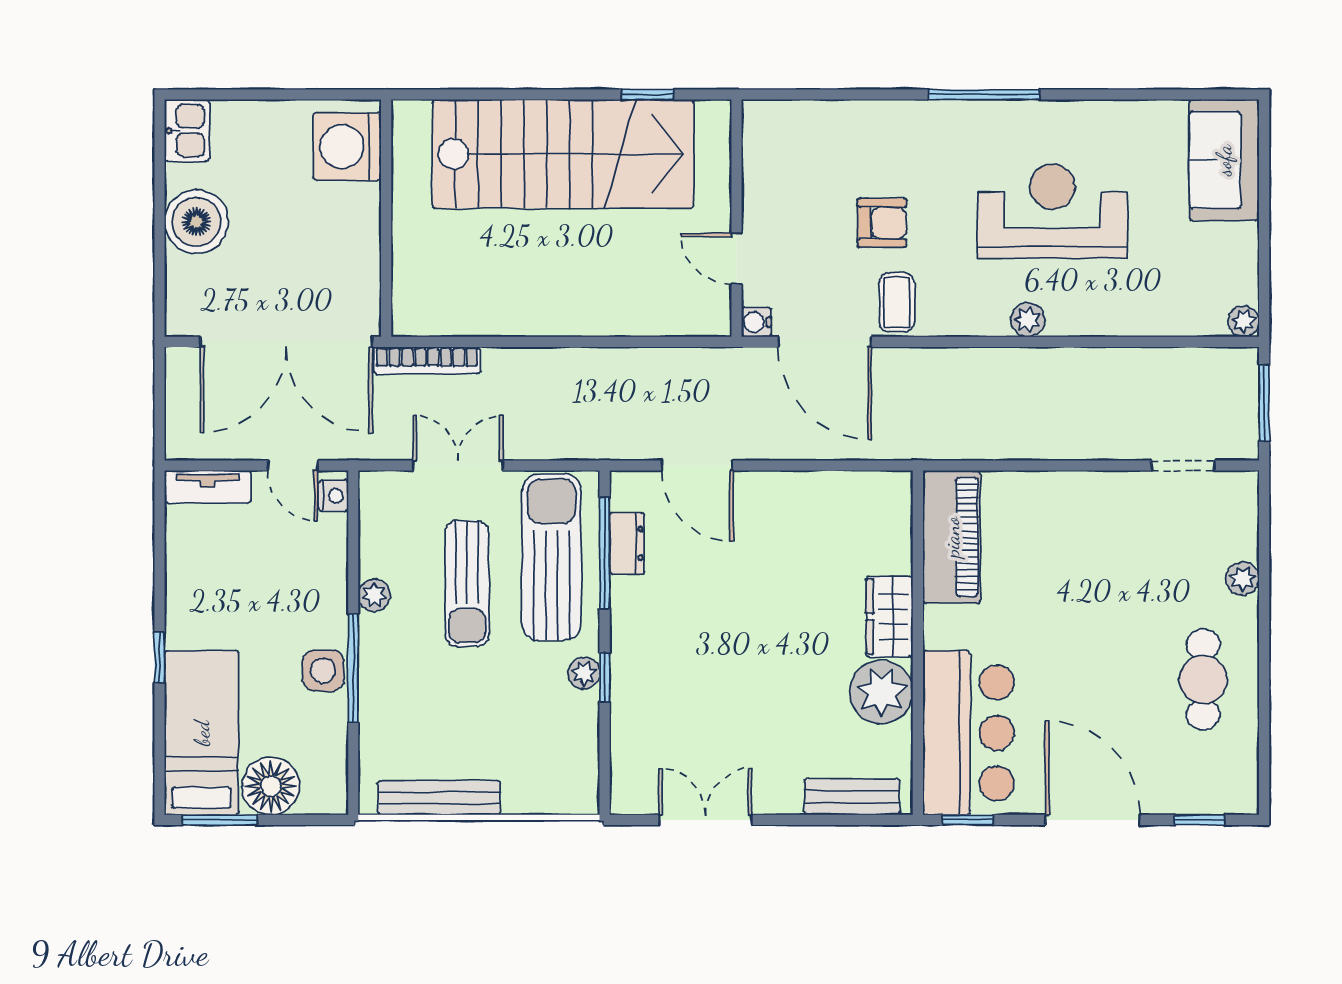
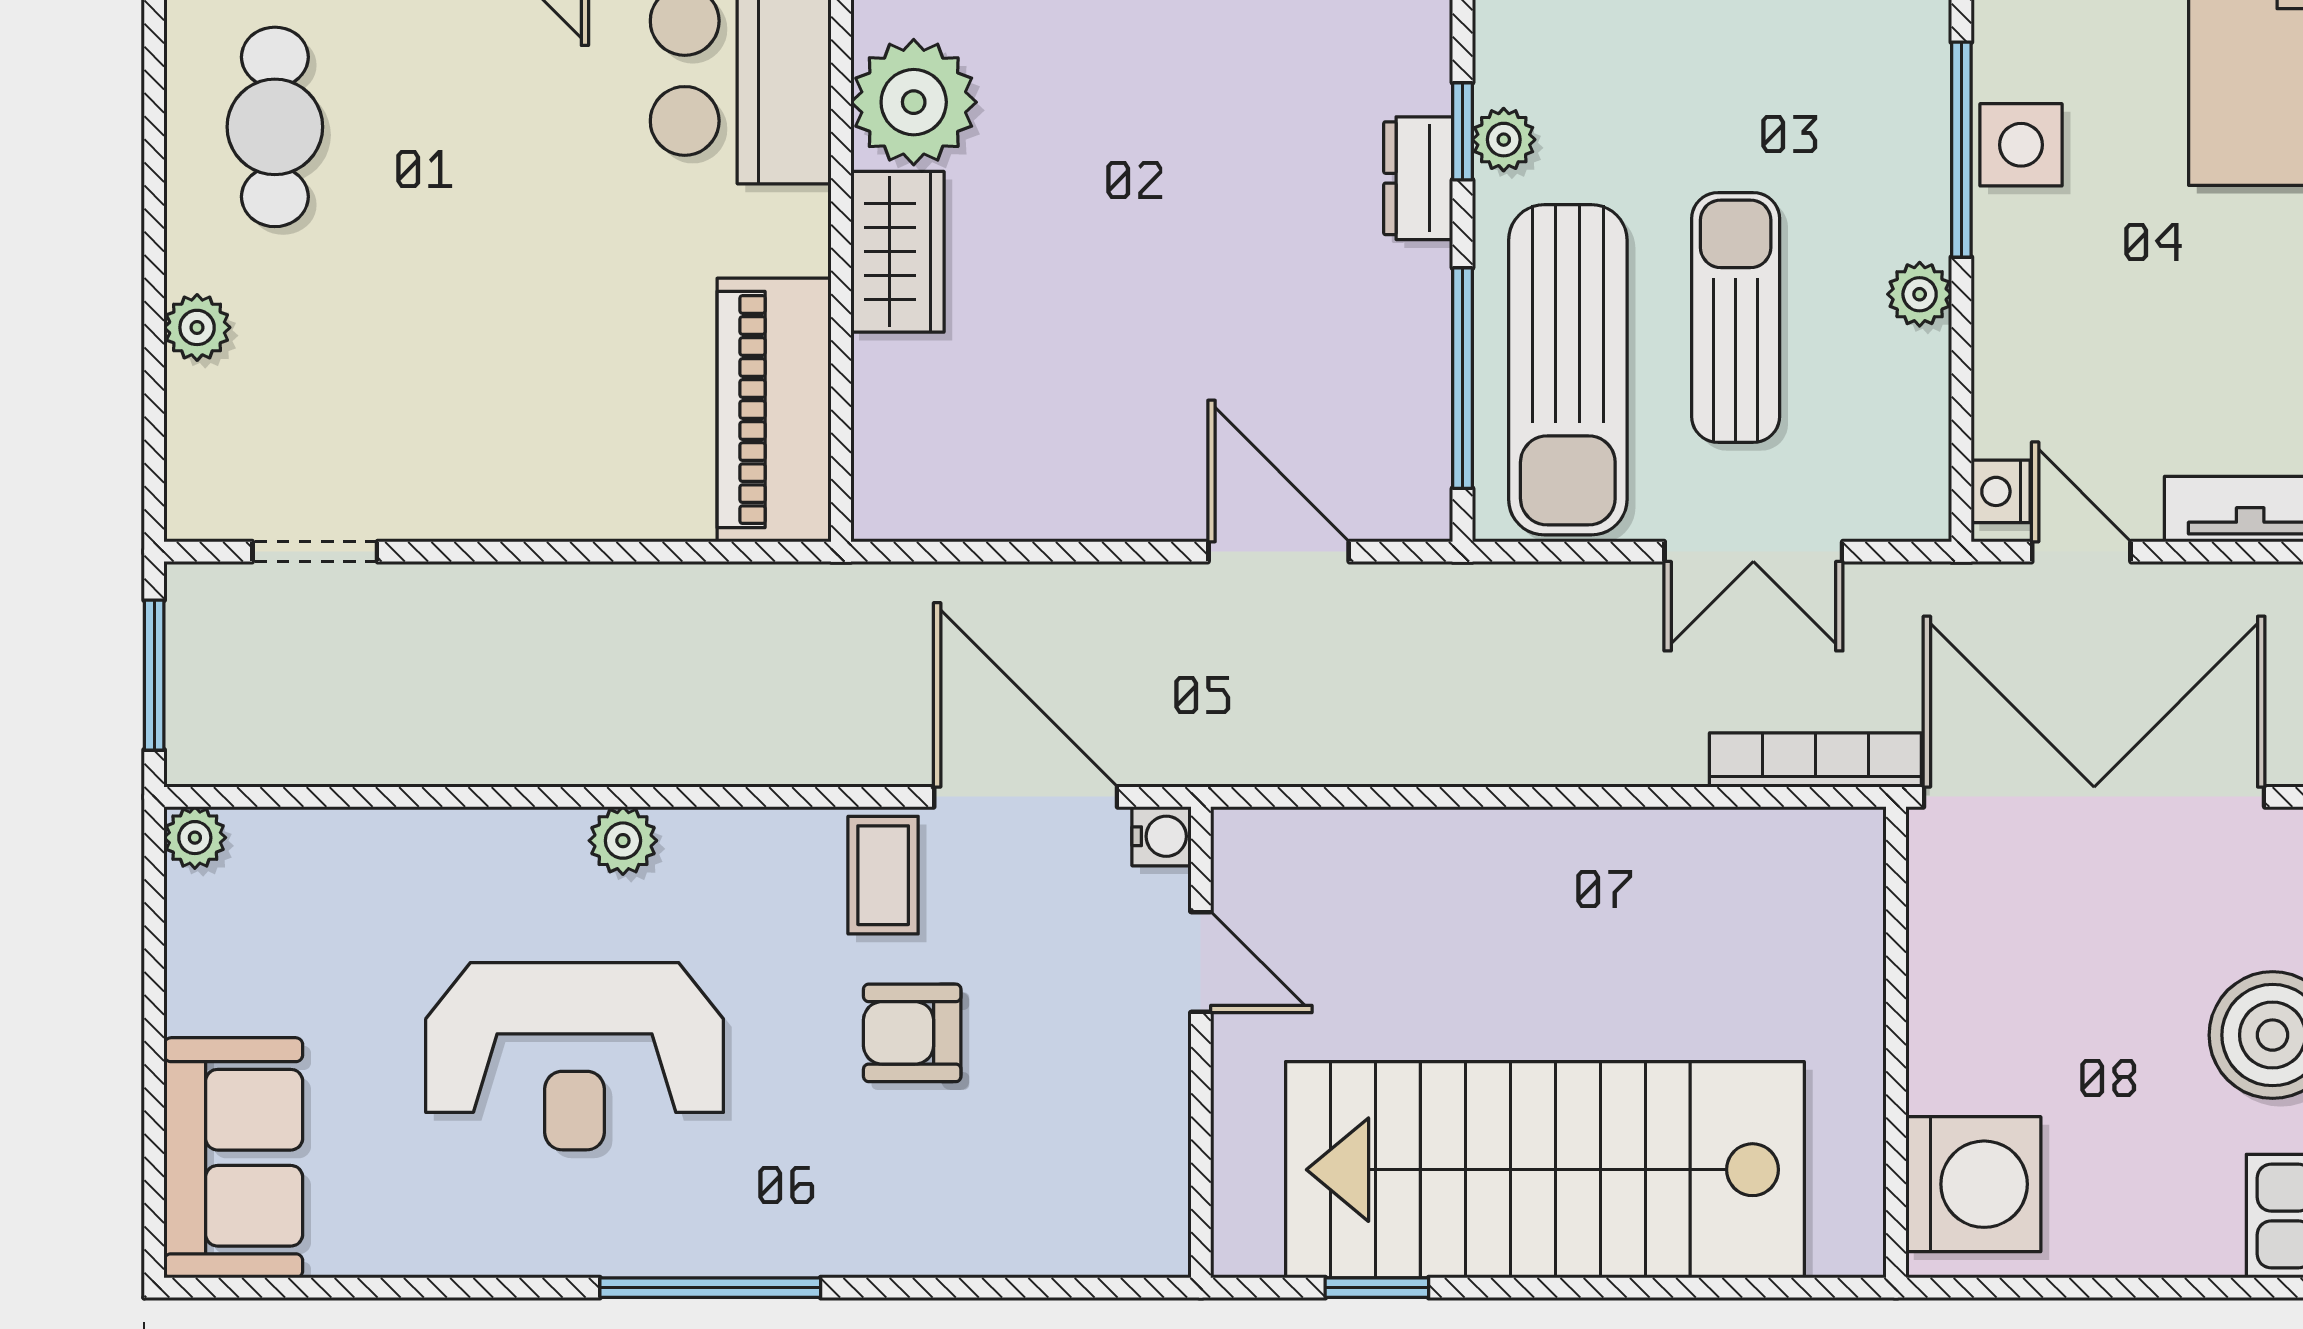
dresser: (627, 543) -> (1418, 178), moved

